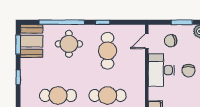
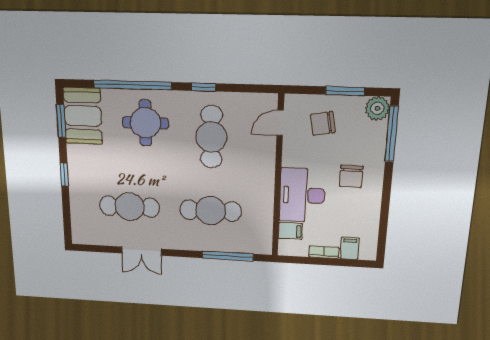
desk: (161, 70) -> (302, 195), moved

